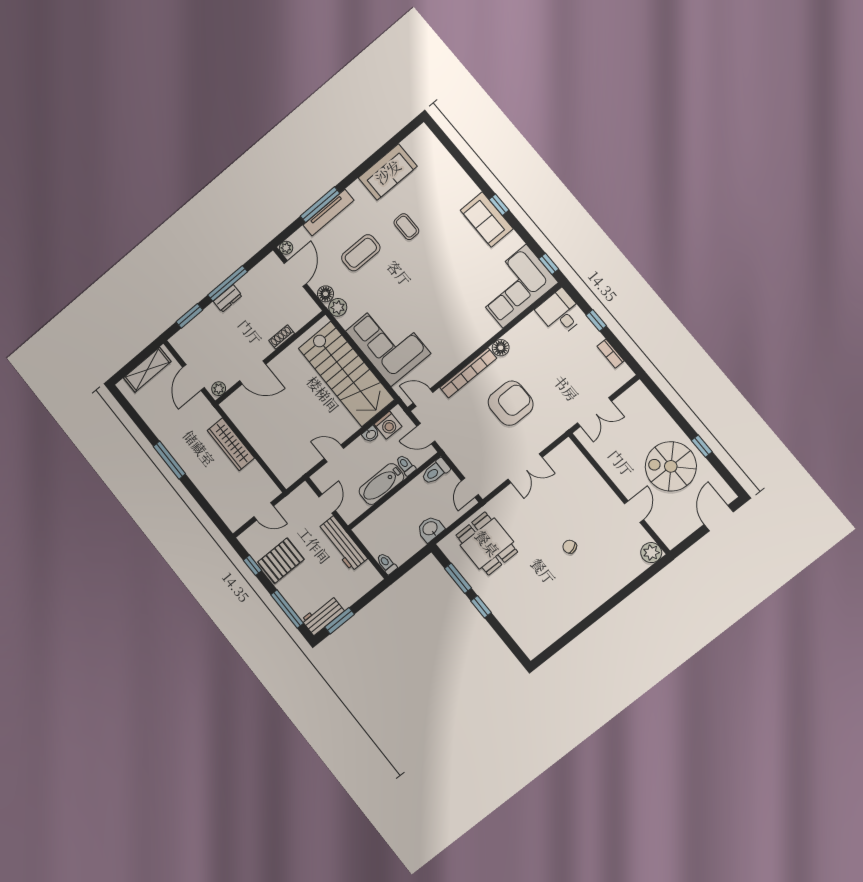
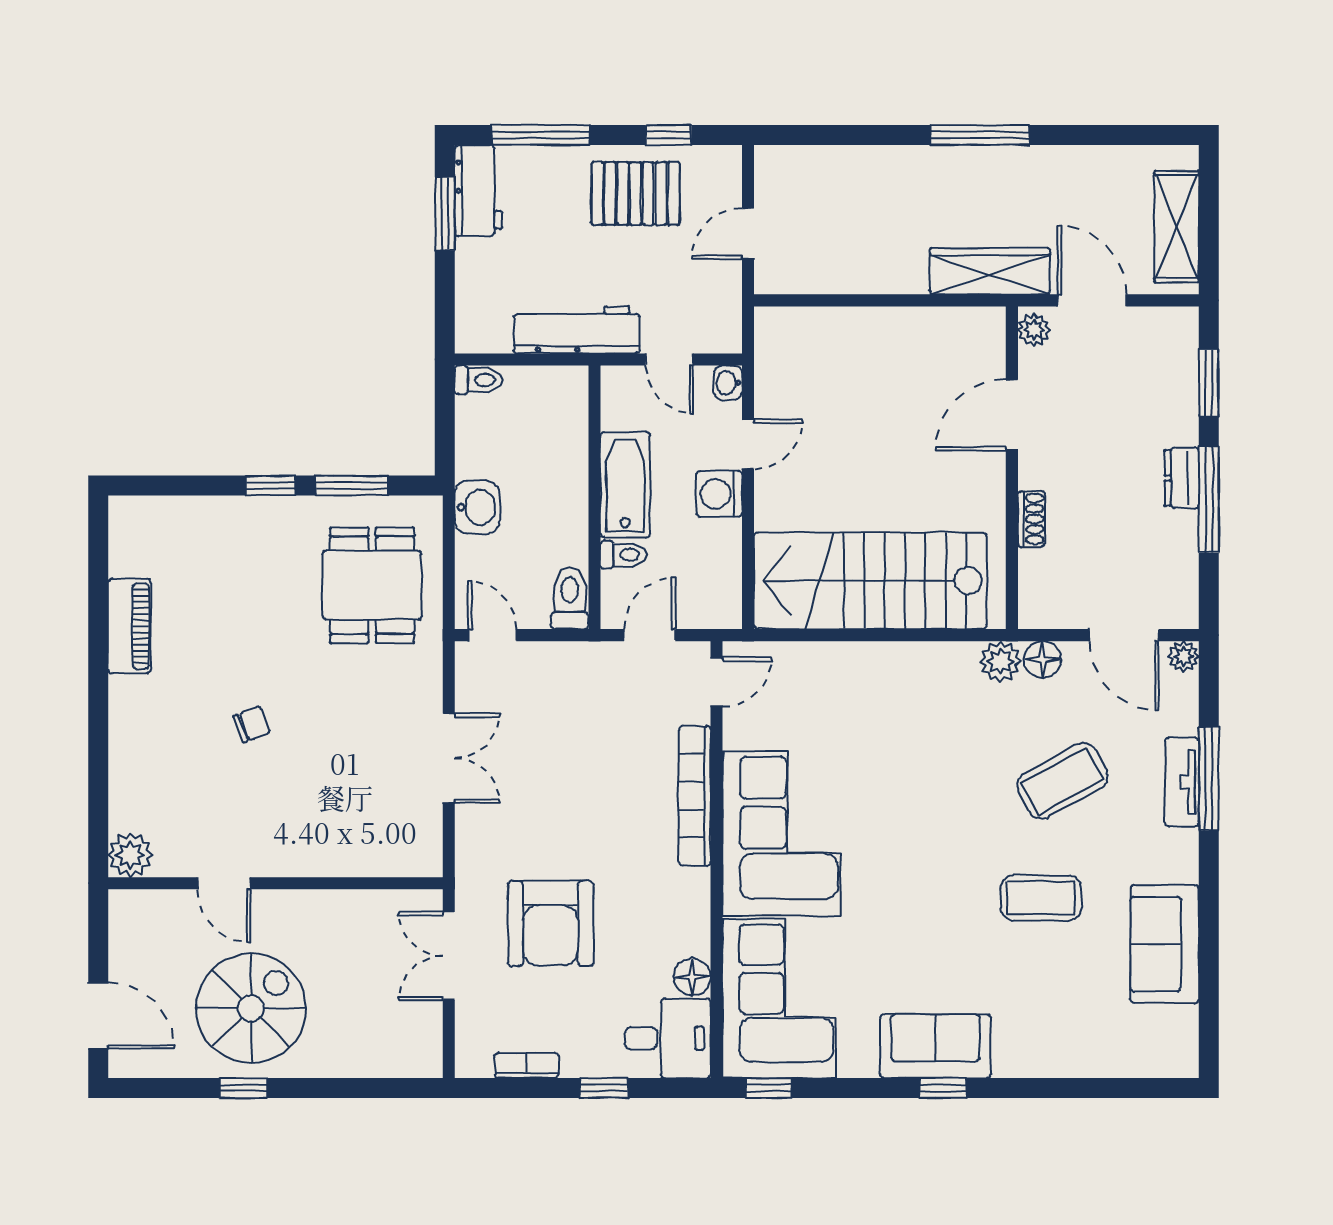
tv unit: (328, 213) -> (1182, 782), width x0.71
coffee table: (406, 227) -> (1041, 898), width x1.36, depth x1.30
coffee table: (361, 253) -> (1063, 781), turned 61
corner sofa: (388, 342) -> (781, 833), moved, turned -90
floor lamp: (501, 348) -> (692, 977), moved
armchair: (511, 403) -> (551, 923), moved
washing machine: (388, 425) -> (719, 494), moved
washbasin: (371, 434) -> (728, 383), moved
wardrobe: (231, 444) -> (990, 271), moved
double door: (525, 468) -> (449, 758), swing flipped
dining table: (487, 543) -> (372, 585), turned 90
pallet: (281, 561) -> (636, 194), turned 90
piano: (570, 617) -> (129, 626), added

